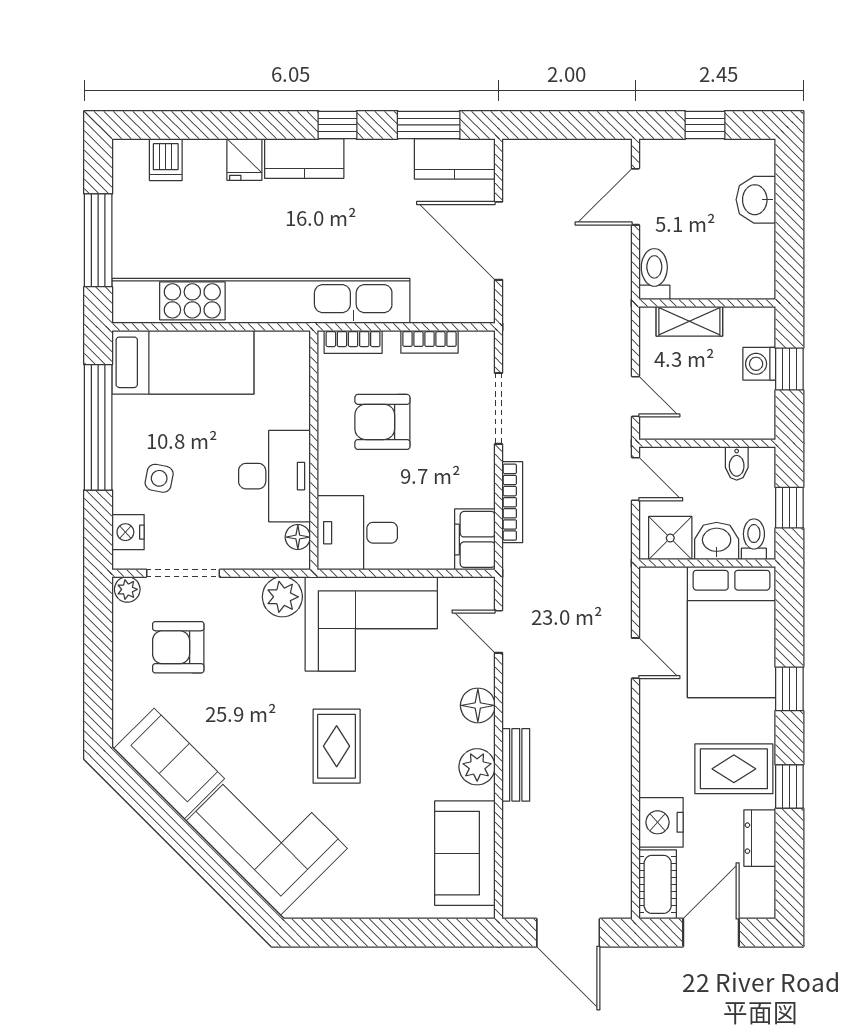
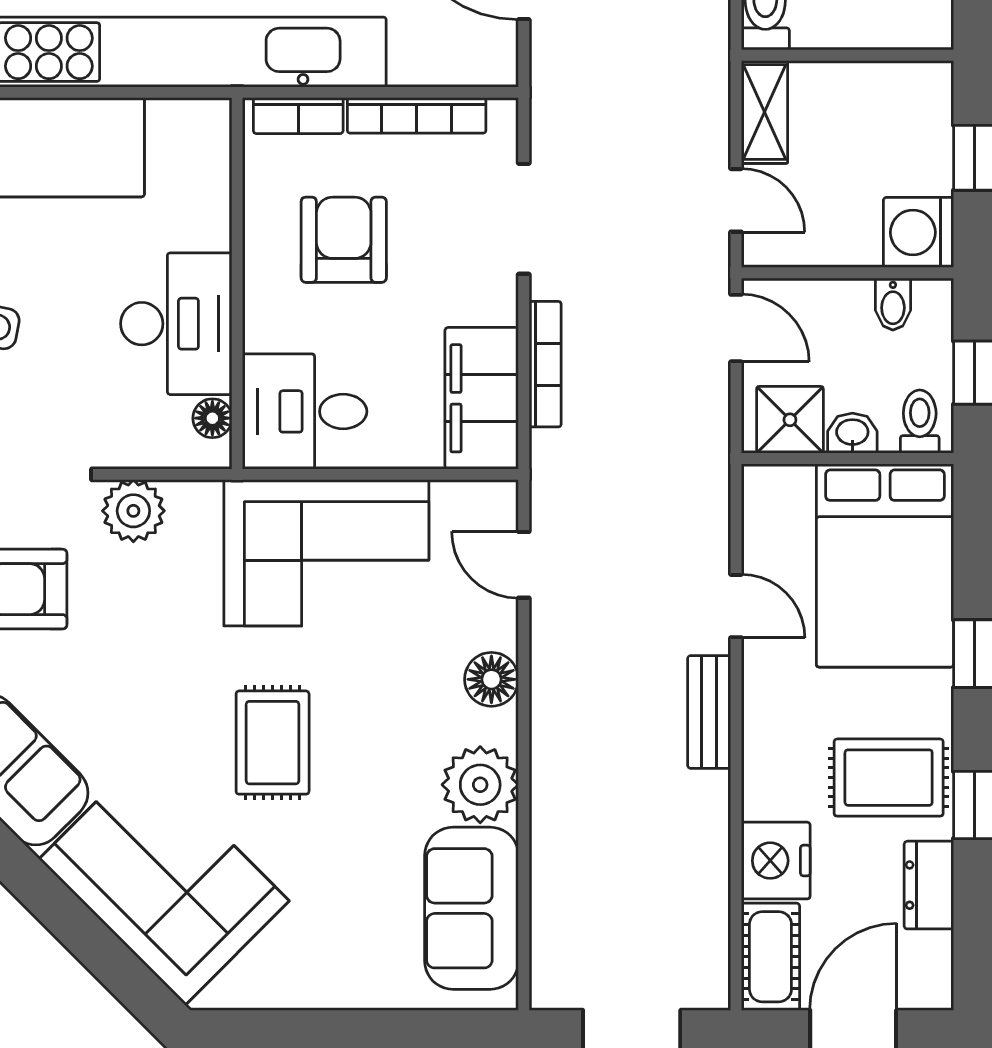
shelving: (689, 321) -> (764, 112), moved, turned 90
bookcase: (429, 342) -> (417, 115), width x1.56
washing machine: (759, 364) -> (918, 232), moved, width x1.38, depth x1.38
armchair: (382, 422) -> (344, 240), turned 90
filing cabinet: (475, 539) -> (482, 398), width x1.50, depth x1.17
washbasin: (717, 541) -> (852, 433), width x0.72, depth x0.69
plant: (282, 597) -> (133, 511), moved
bench: (516, 765) -> (709, 712), moved
plant: (477, 767) -> (480, 785), width x1.36, depth x1.36

